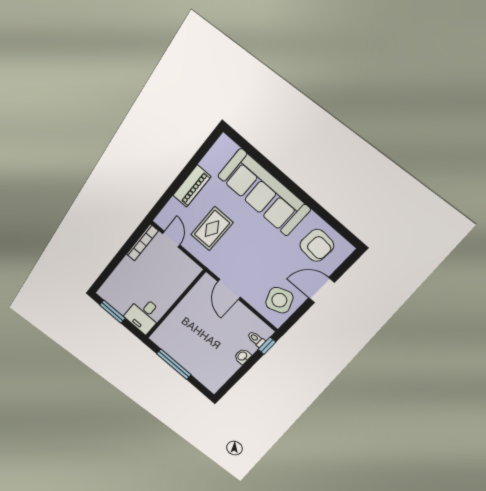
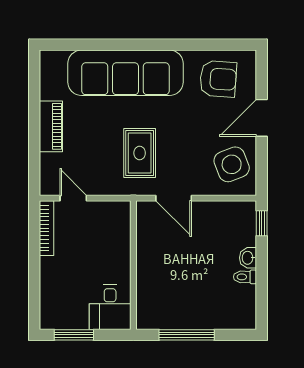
rug: (212, 229) -> (140, 153), moved
toilet: (256, 339) -> (245, 277), moved

